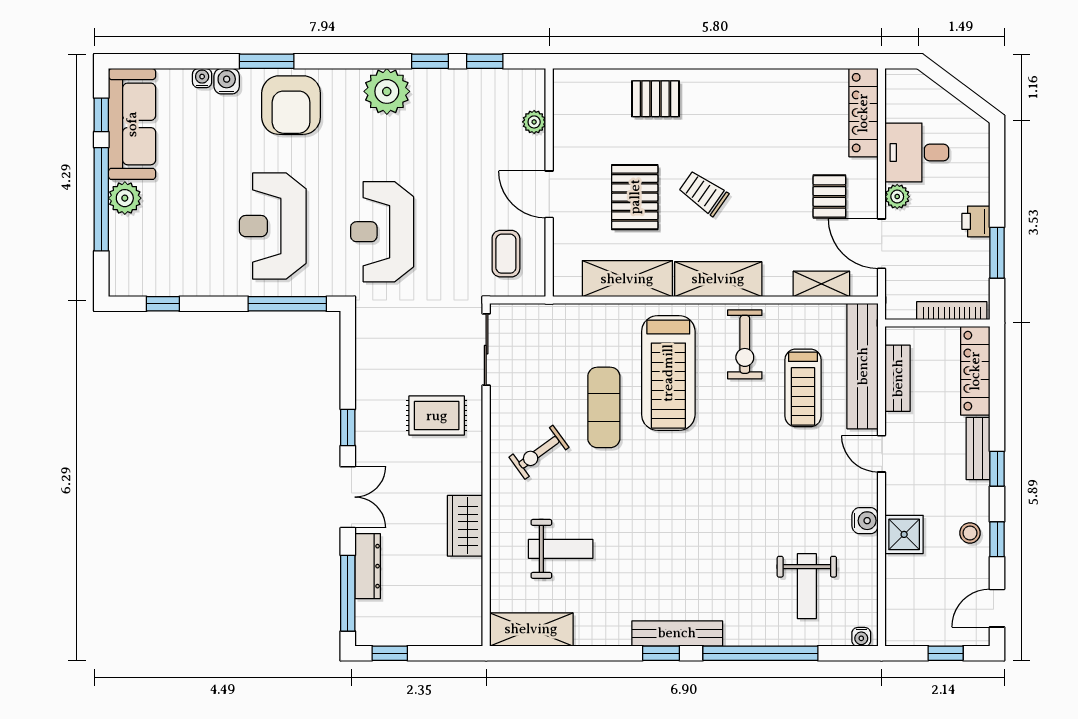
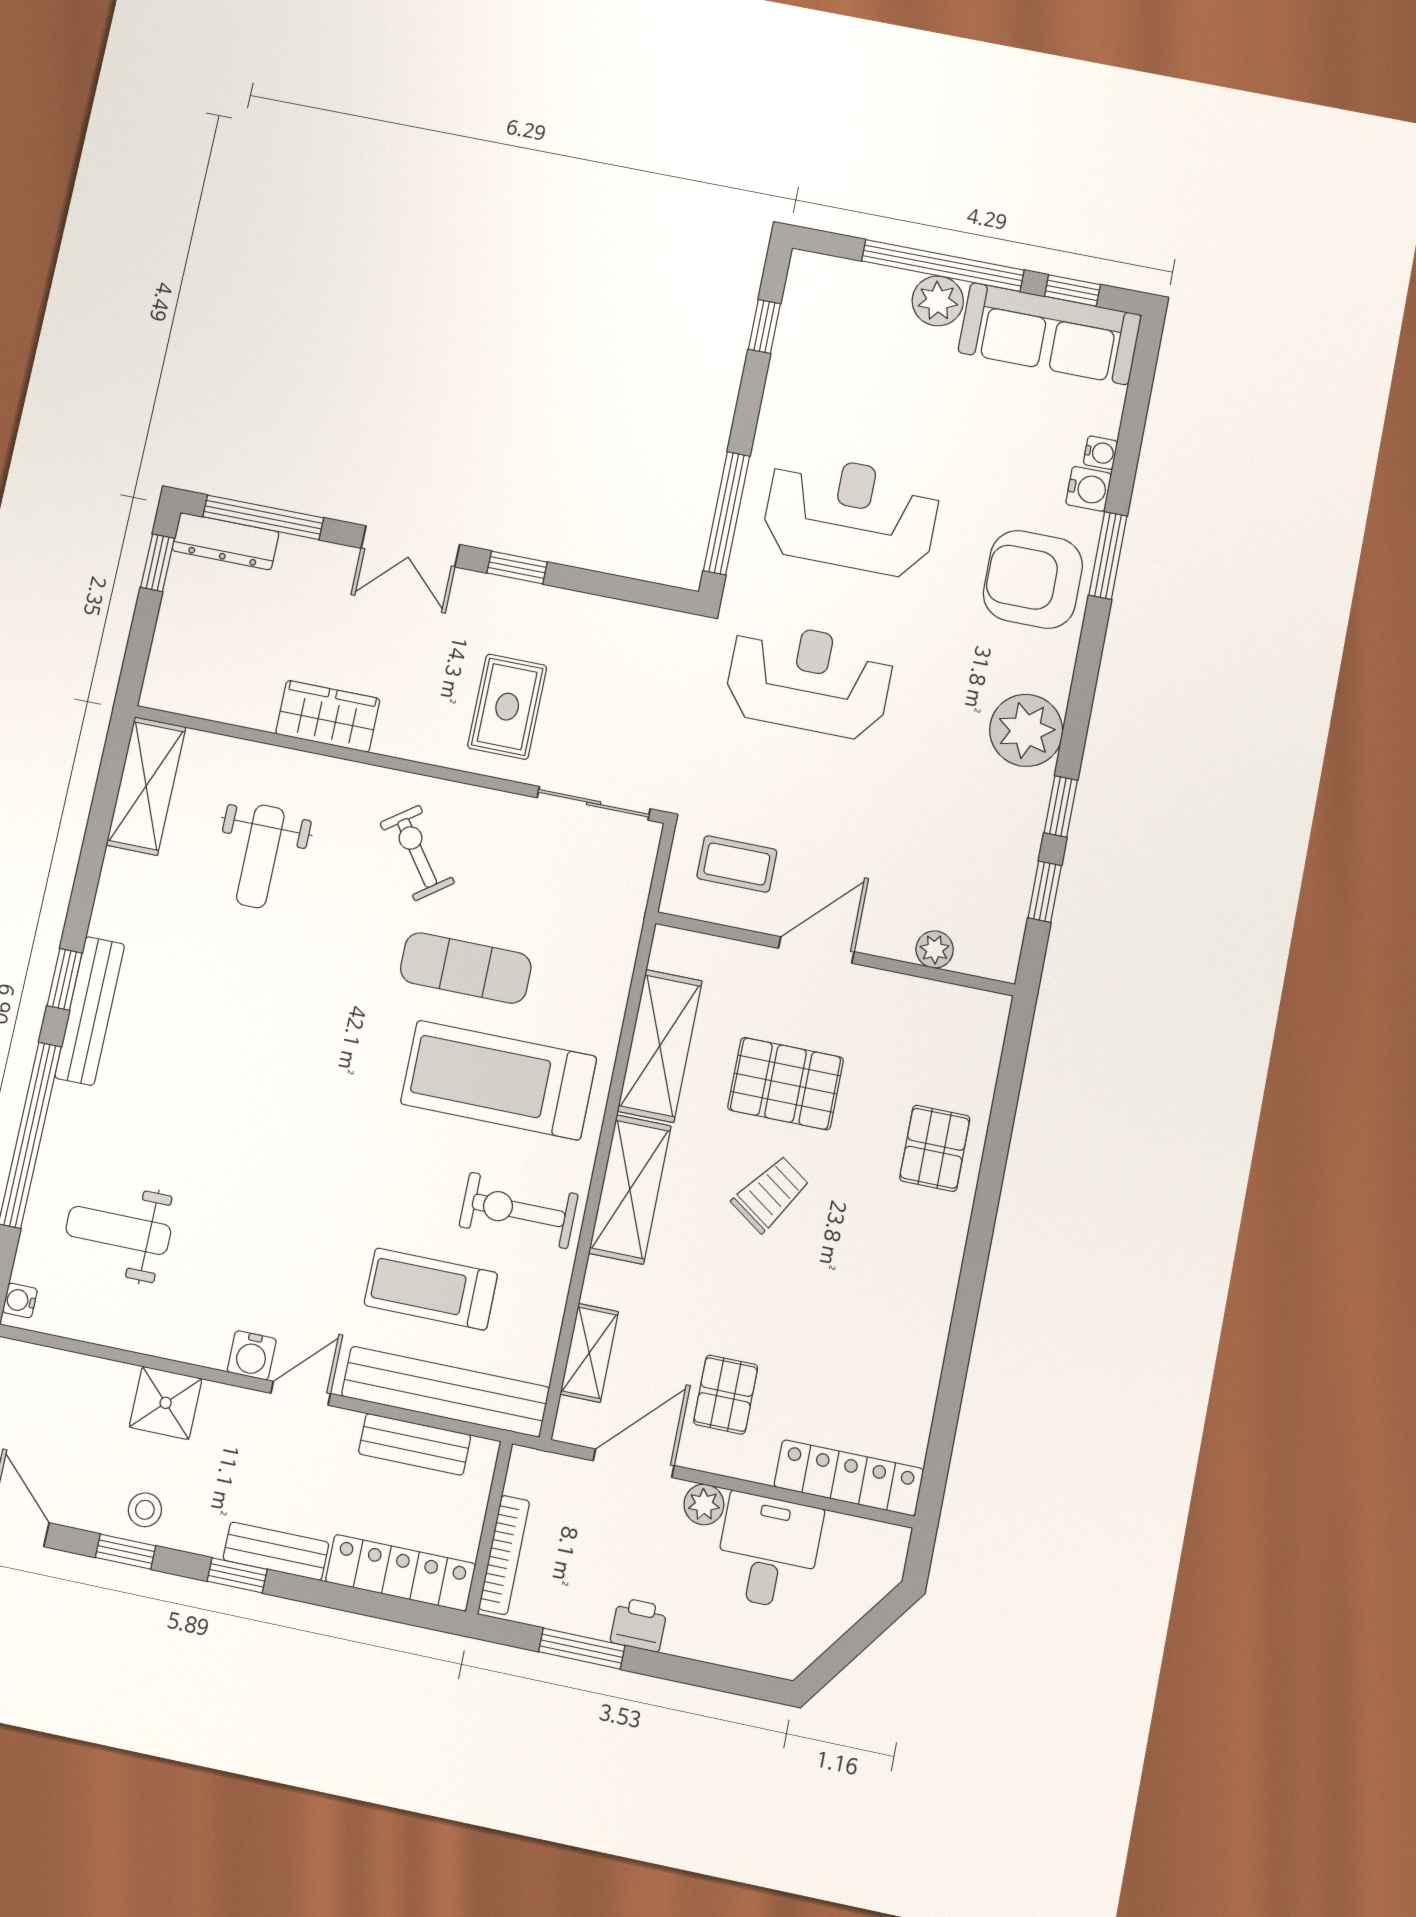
pallet: (829, 196) -> (726, 1395), turned 90
water cooler: (865, 521) -> (252, 1355), moved
dresser: (368, 566) -> (226, 541), moved

